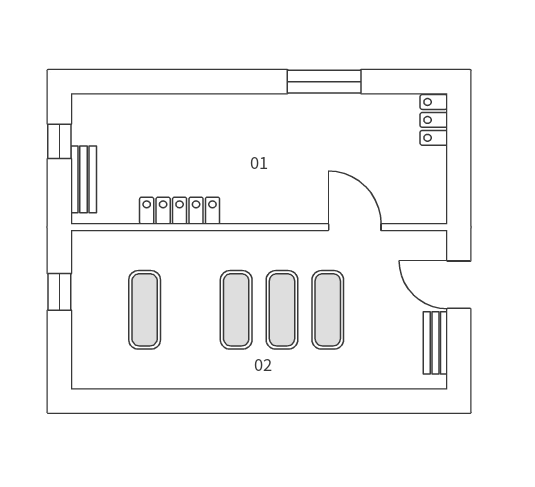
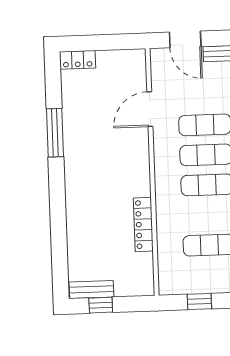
bench: (84, 179) -> (91, 290), moved
door: (459, 285) -> (185, 39), hinge flipped

